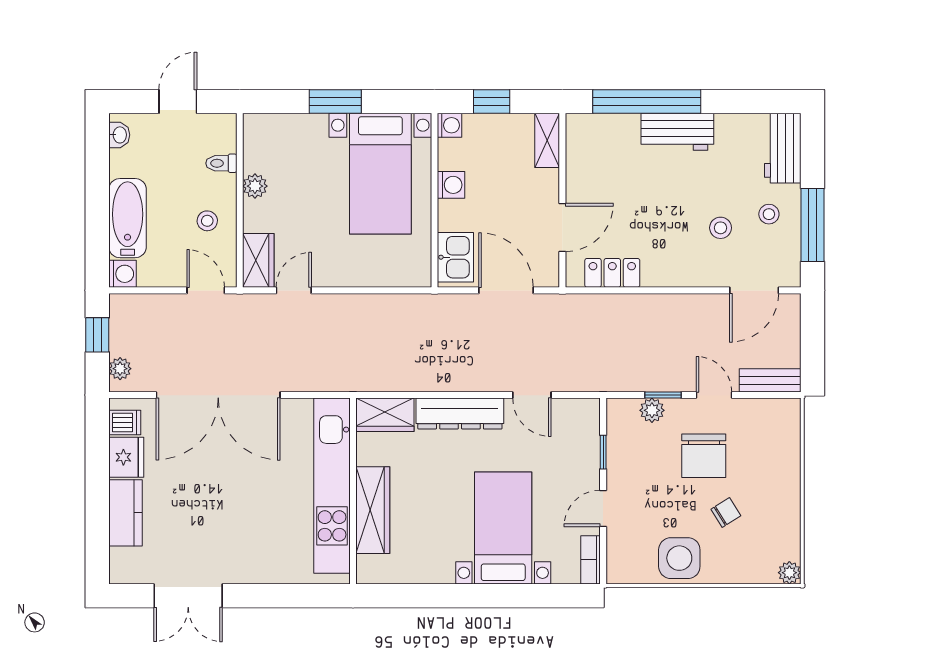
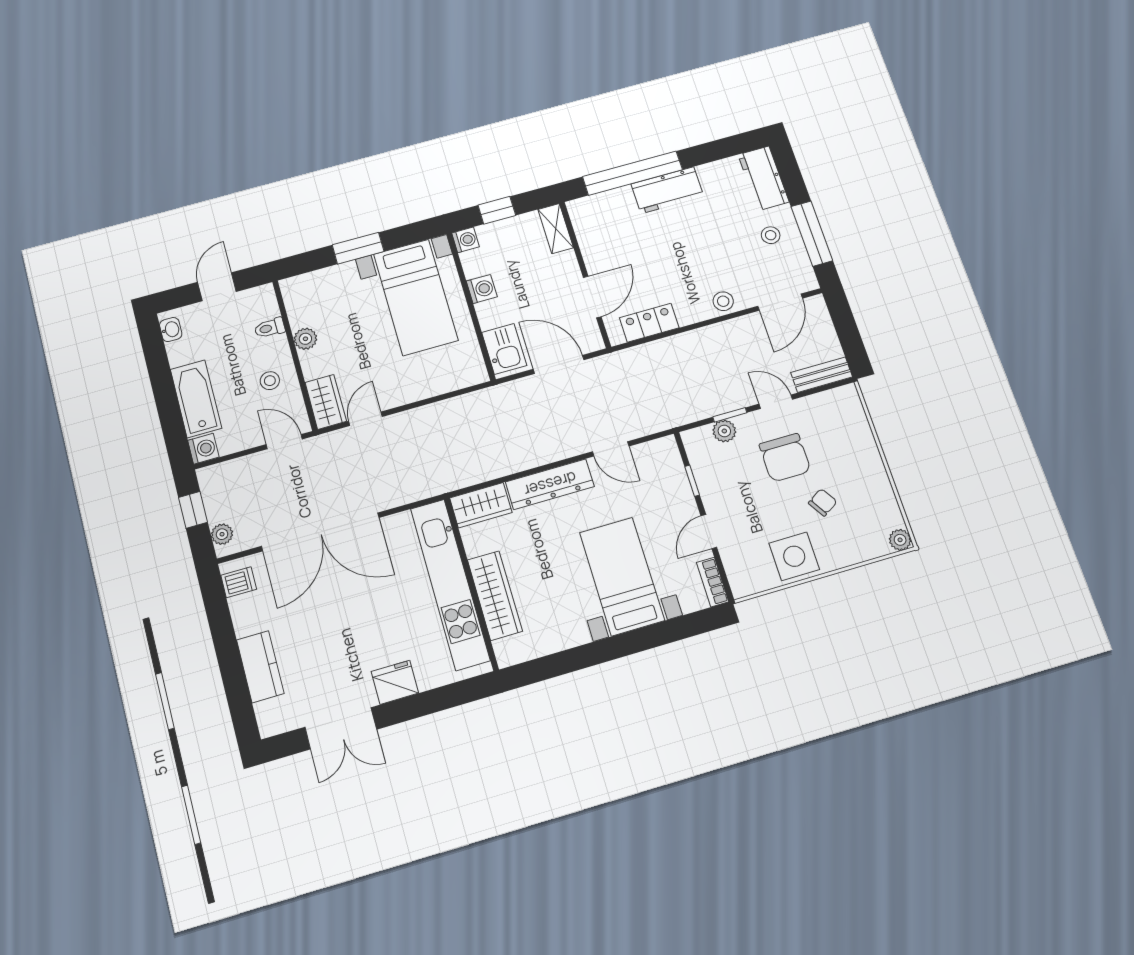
stool: (721, 228) -> (723, 301), moved
fridge: (126, 457) -> (395, 682), moved, turned -90

